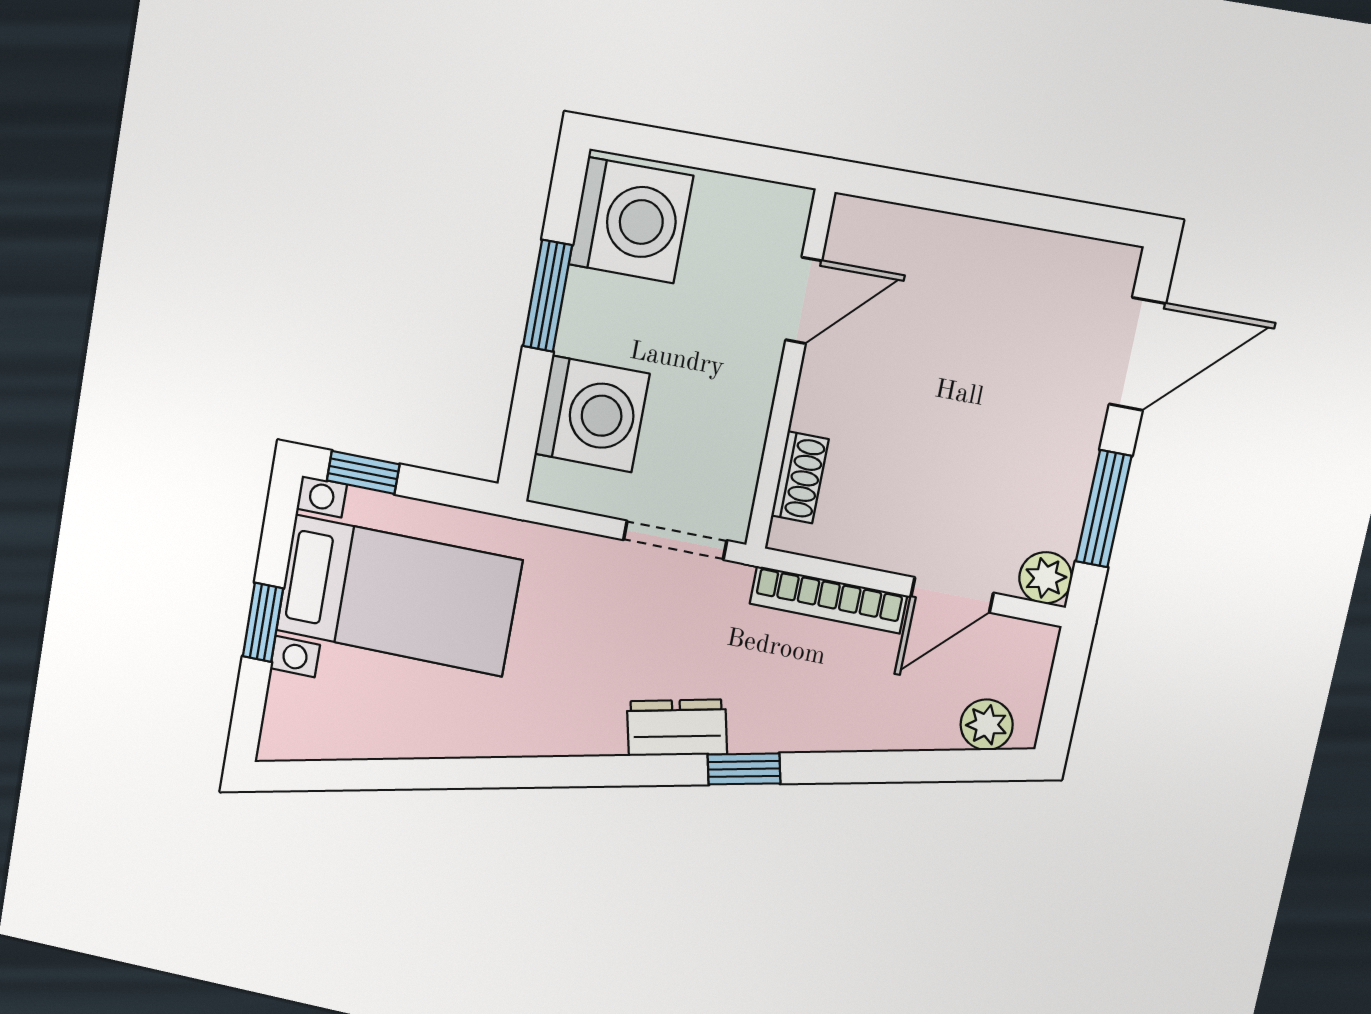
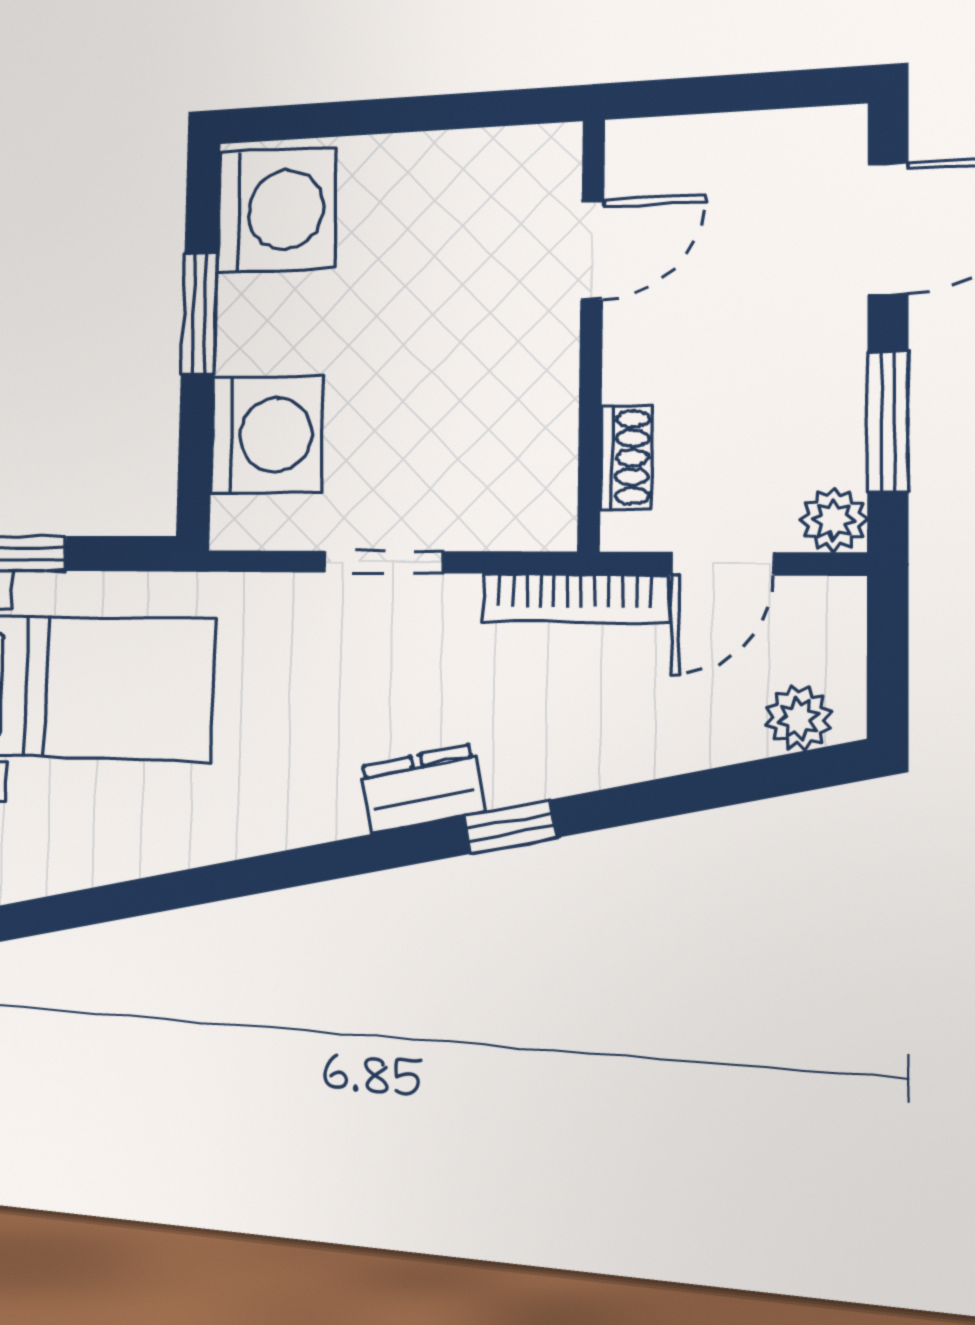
door: (804, 300) -> (592, 250), moved
wall: (790, 370) -> (591, 334), moved
shoe rack: (800, 477) -> (626, 458), moved

